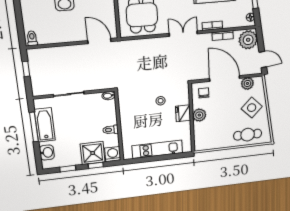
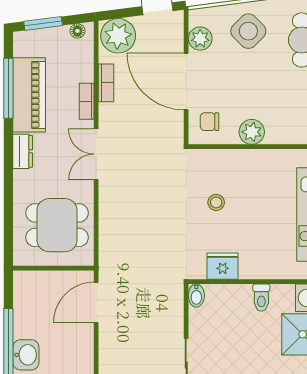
door: (225, 78) -> (186, 82), hinge flipped
fridge: (183, 113) -> (223, 266), moved, turned 180

